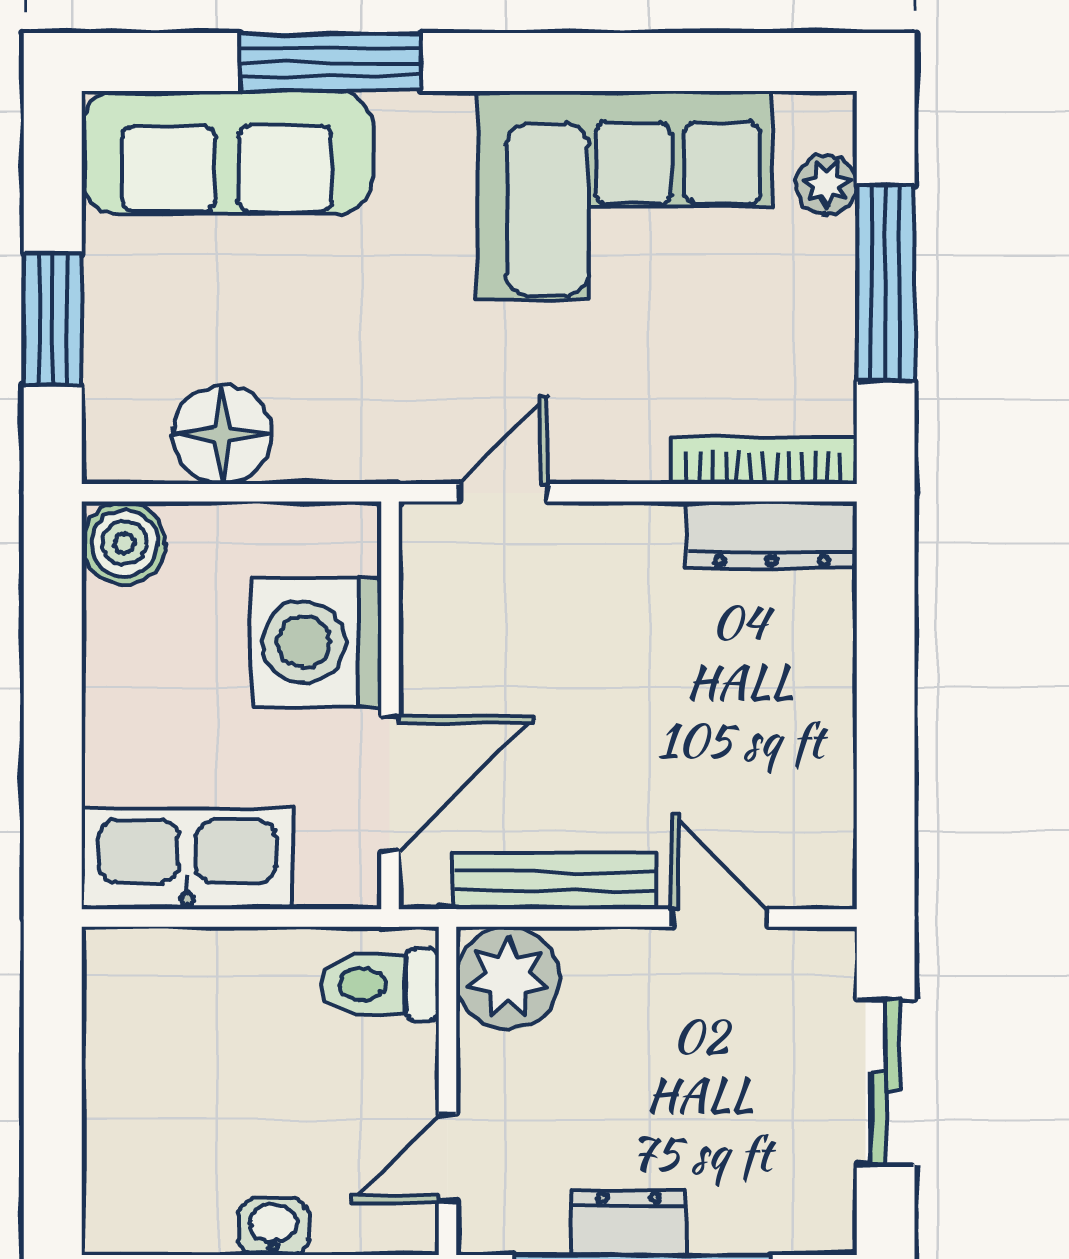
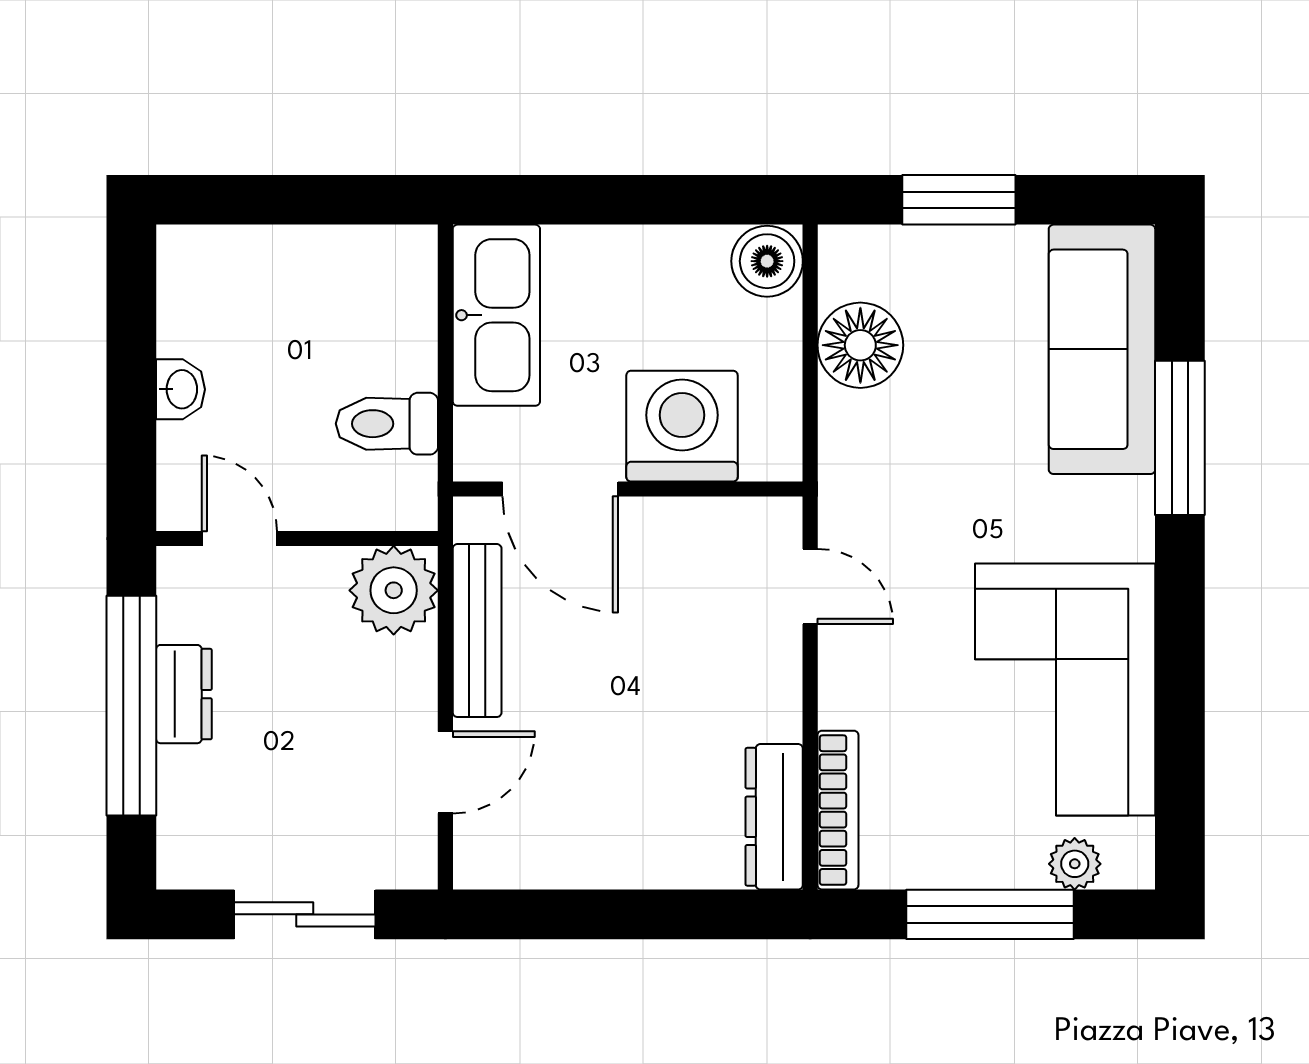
toilet: (379, 984) -> (387, 424), moved, turned -90

